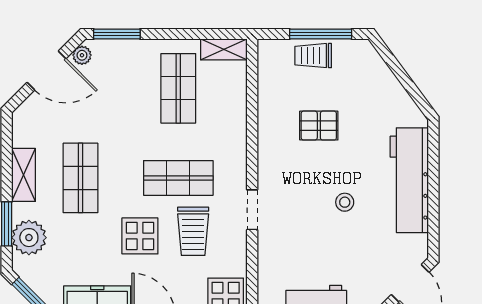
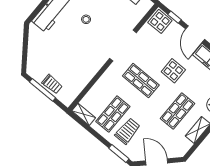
plant: (82, 55) -> (139, 157), removed
pallet: (319, 126) -> (72, 56), removed
doorway: (252, 210) -> (123, 45), width x1.87
trolley: (193, 231) -> (127, 131), moved

